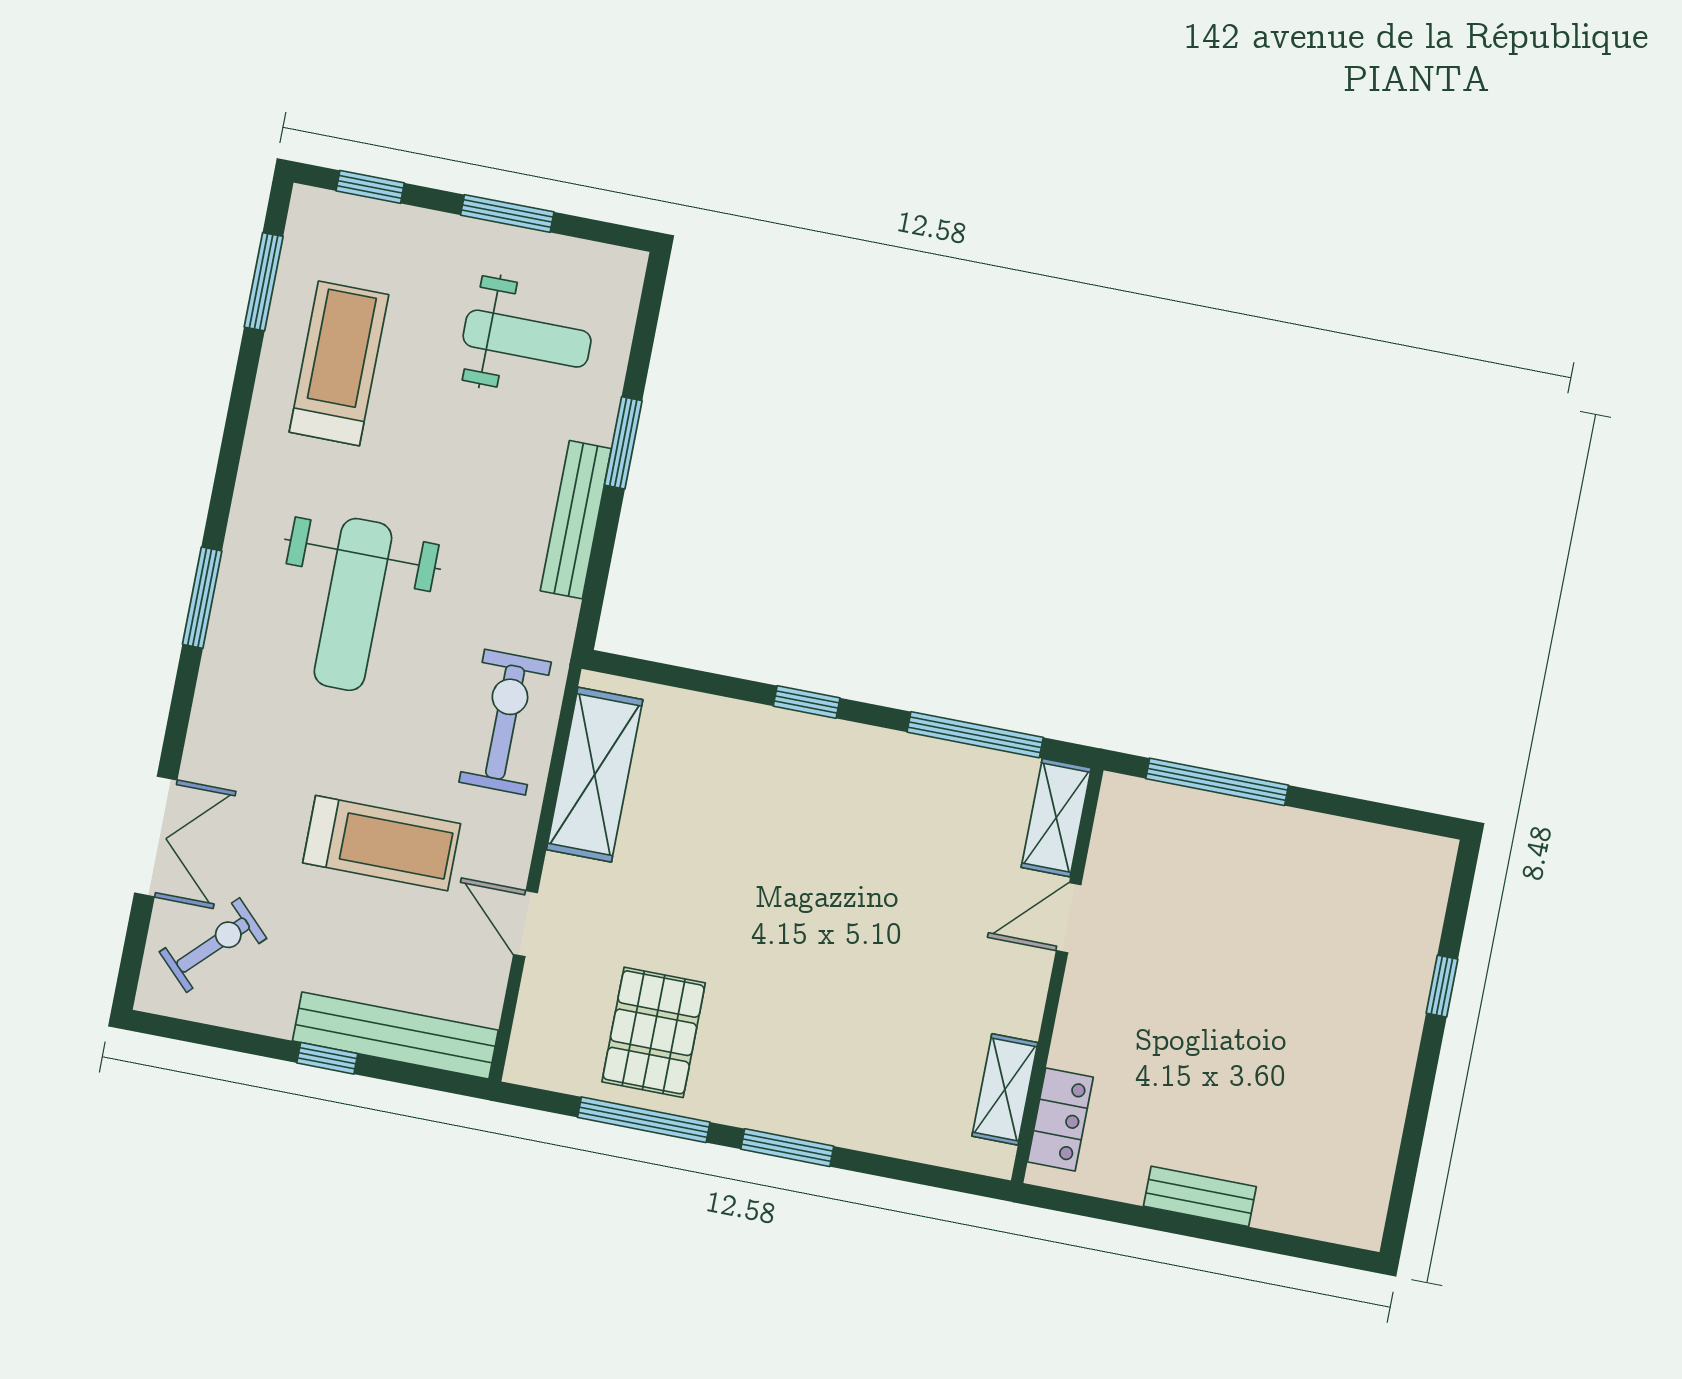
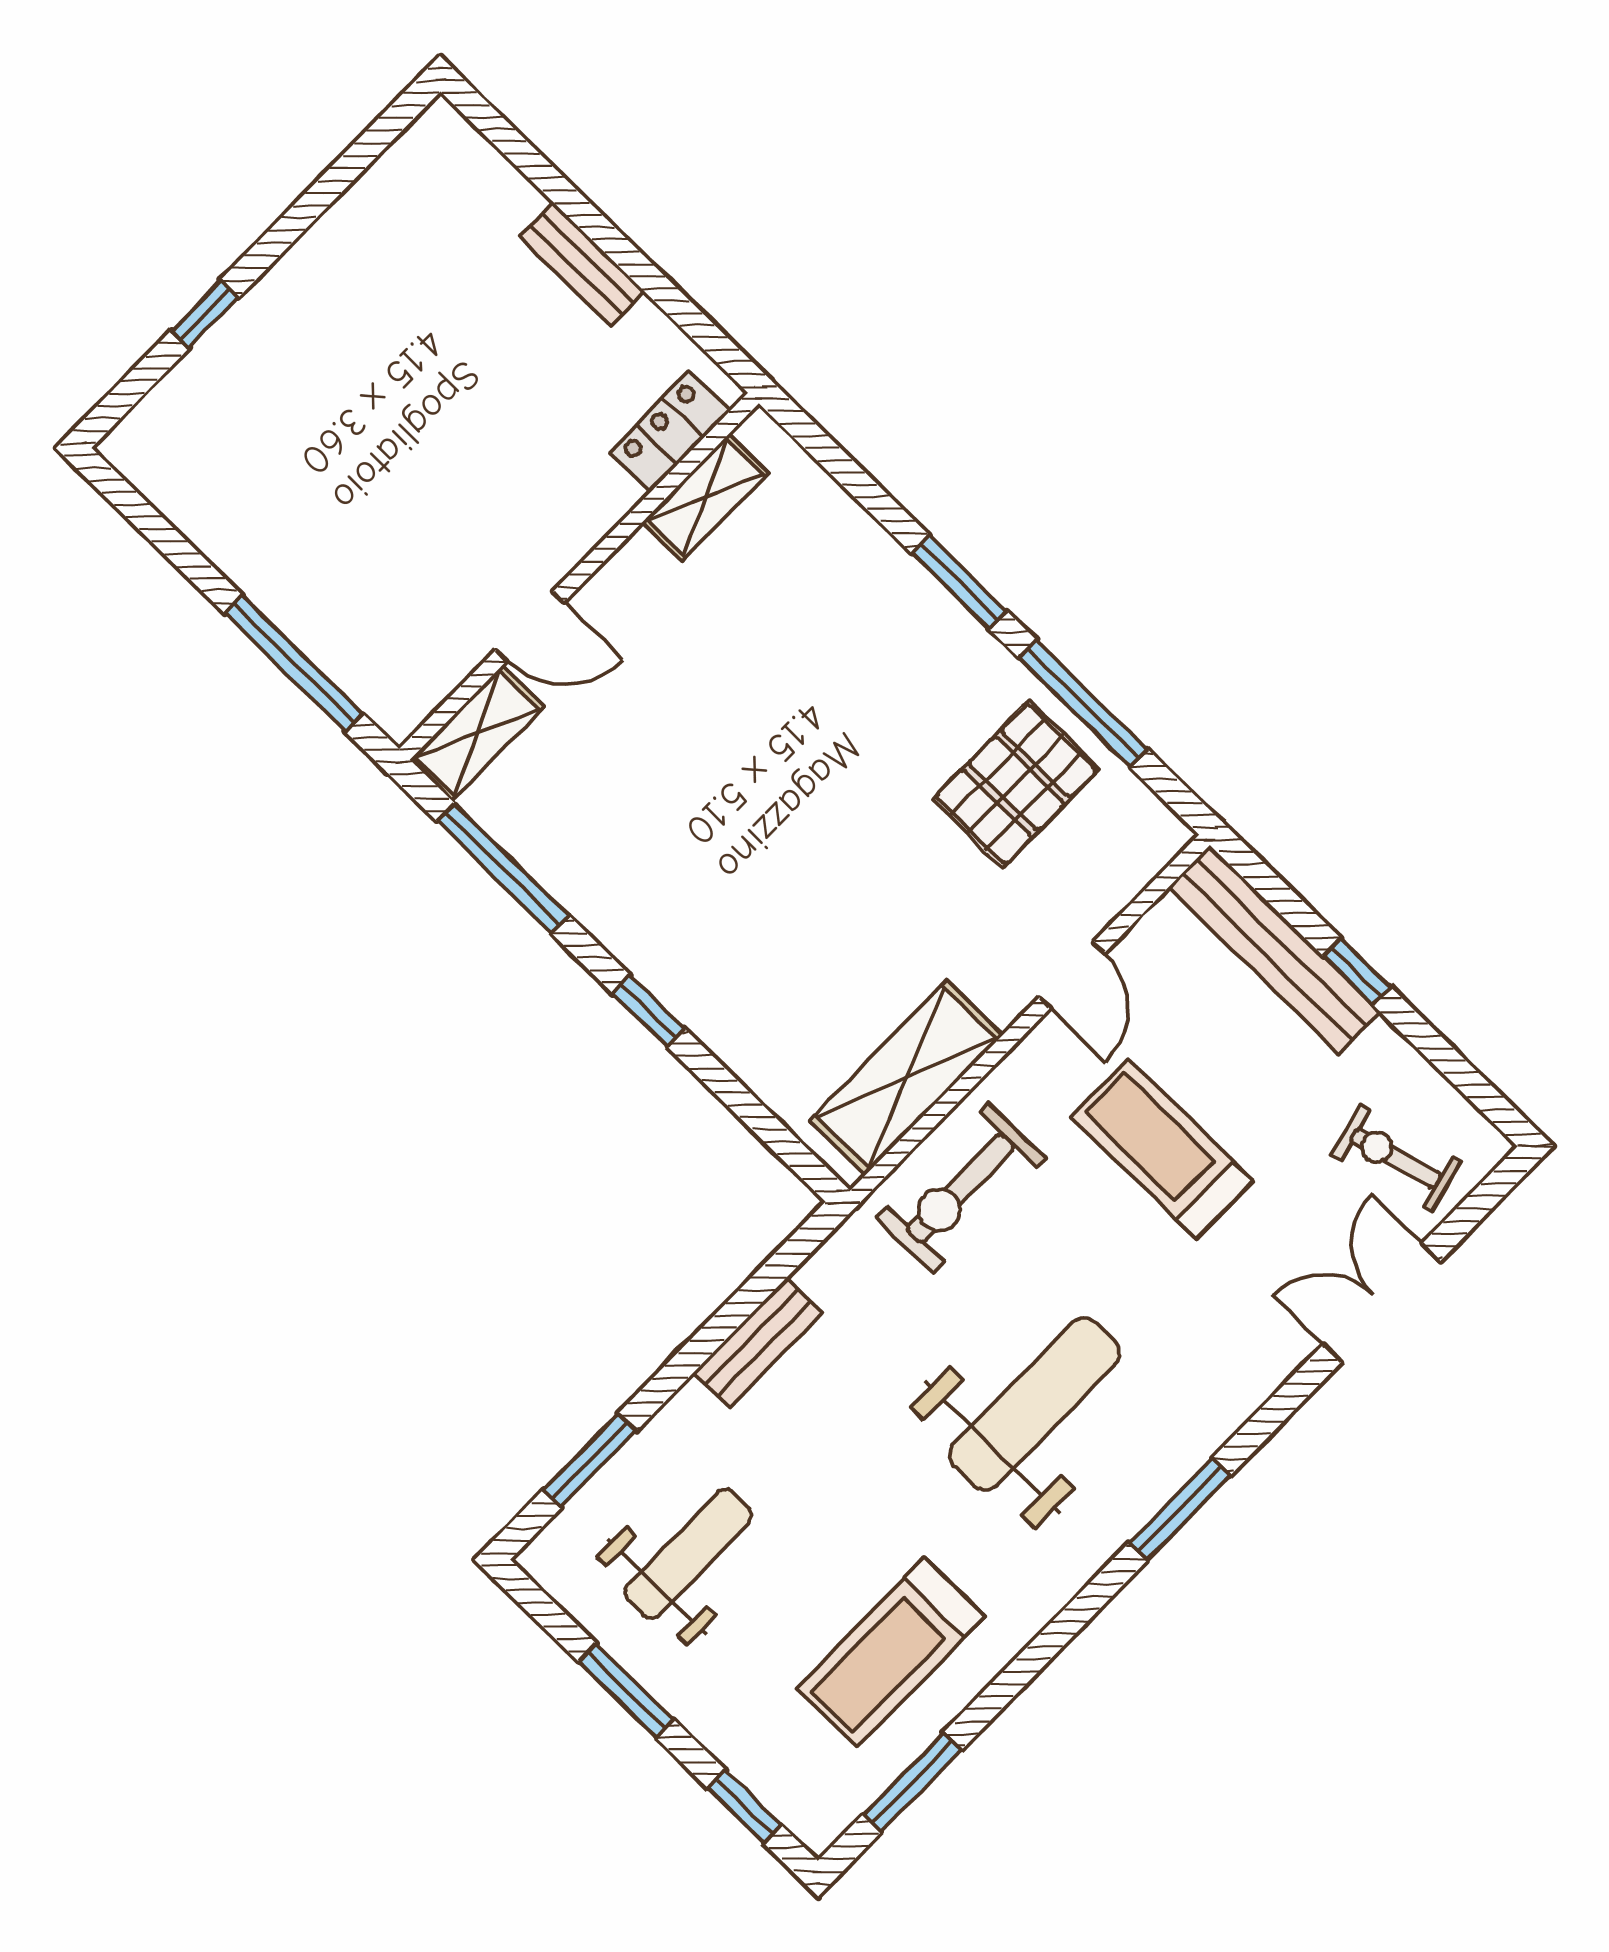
weight bench: (527, 339) -> (688, 1554), turned 90
window: (623, 443) -> (590, 1460), moved
bench: (576, 520) -> (758, 1342), width x0.73
exercise bike: (213, 945) -> (1396, 1158), turned 30

